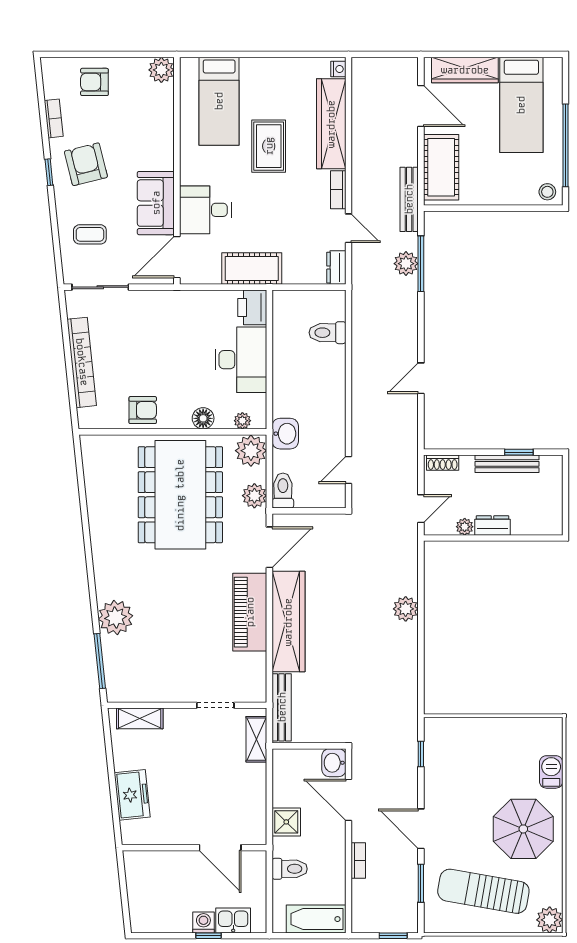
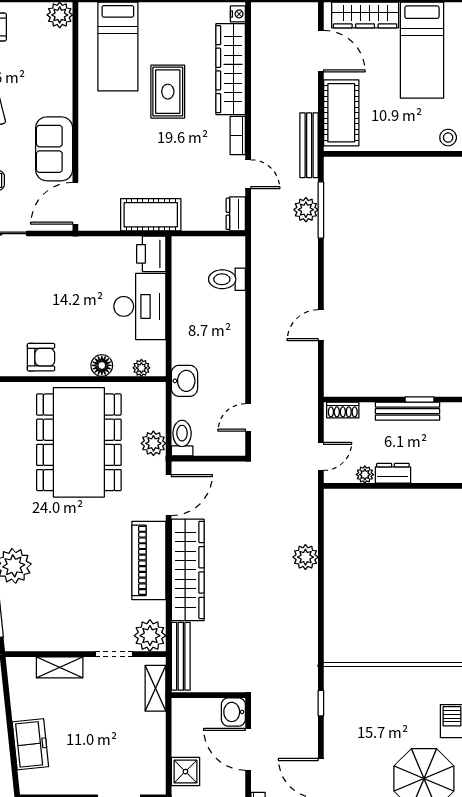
desk: (205, 210) -> (104, 156), removed
plant: (251, 451) -> (150, 636), moved
shelving: (140, 718) -> (60, 667), moved

